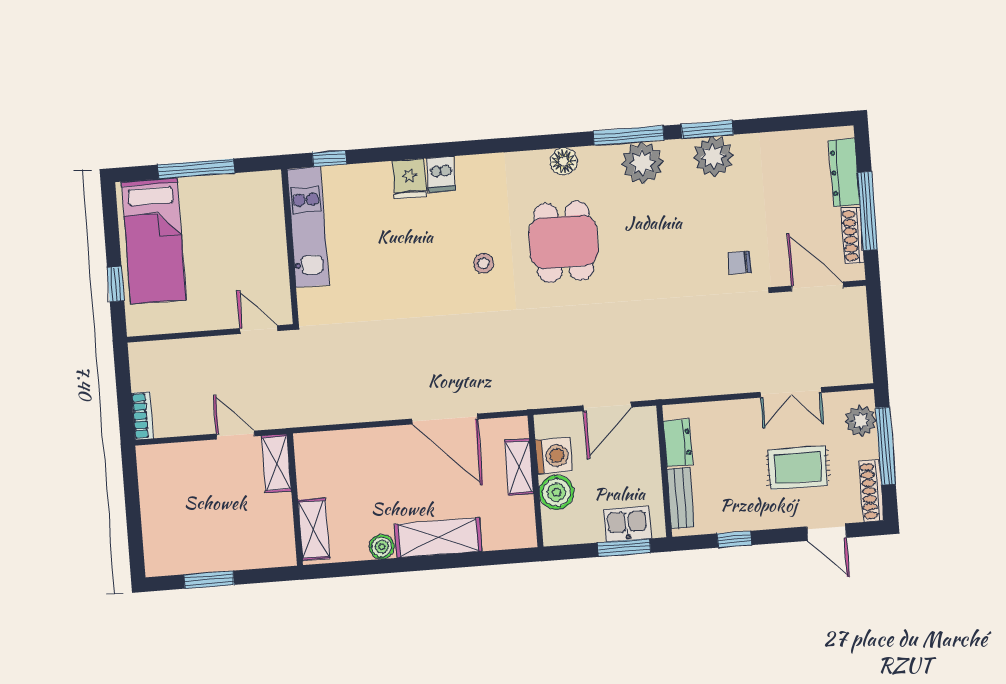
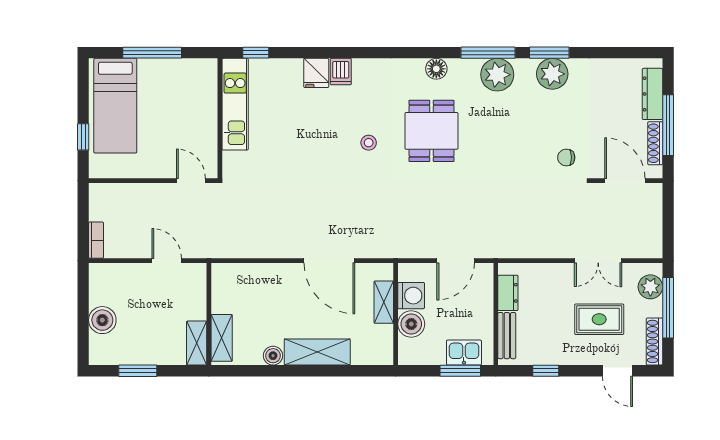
shelving: (276, 463) -> (197, 343), moved
boiler: (158, 518) -> (102, 320), added

